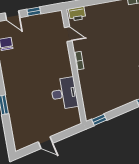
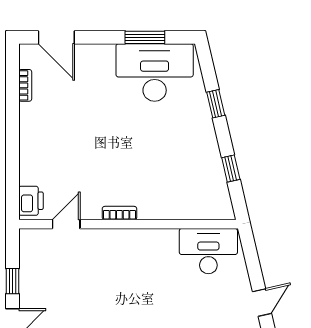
desk: (64, 93) -> (208, 251), moved
window: (99, 120) -> (231, 168), moved

